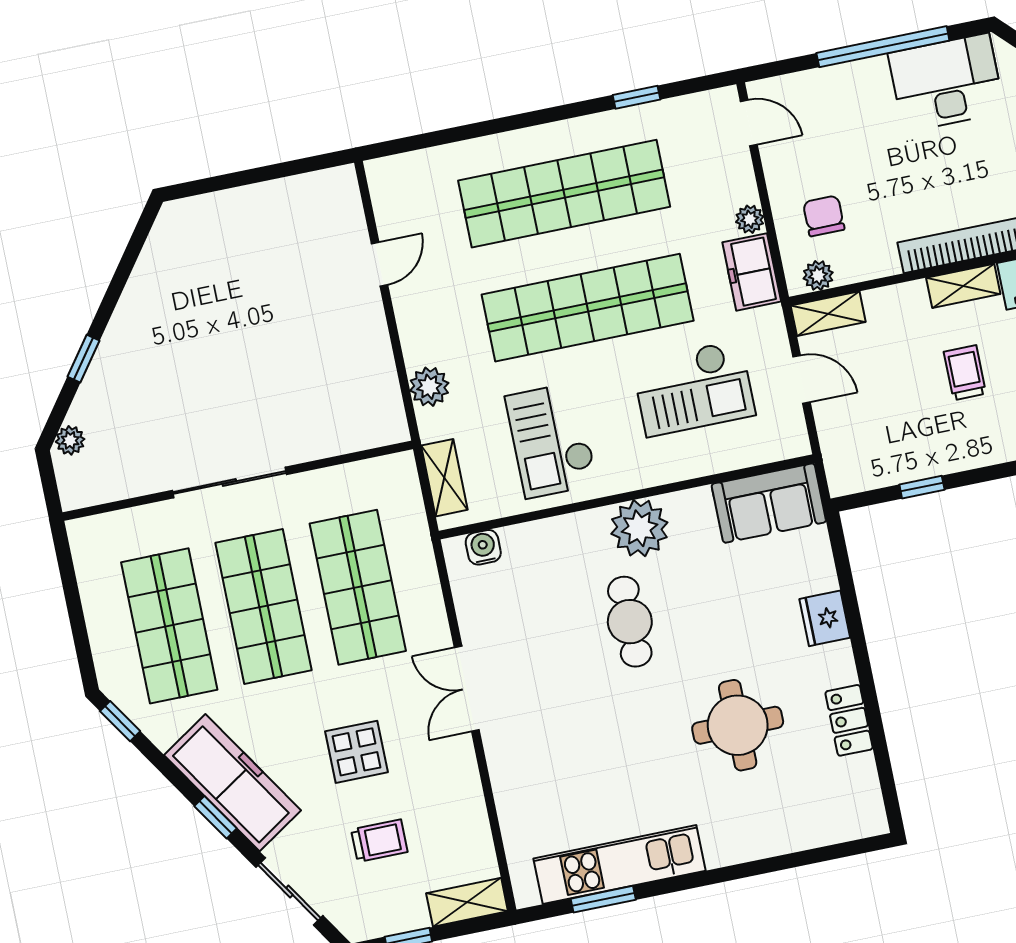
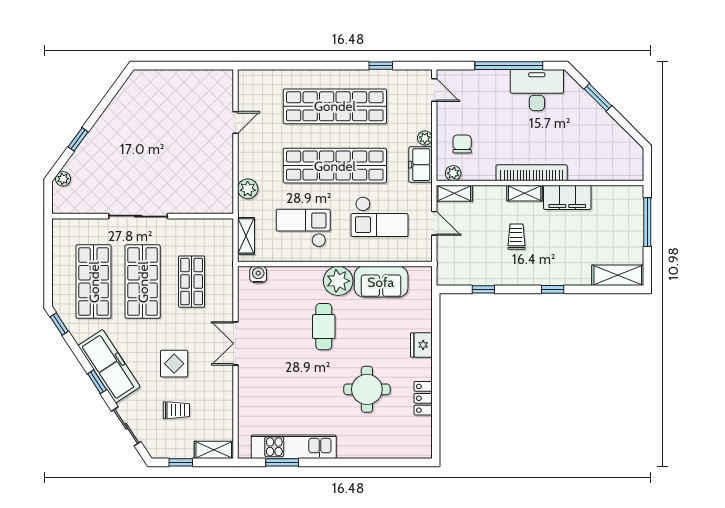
checkout: (551, 440) -> (303, 228), turned 90
sofa: (769, 503) -> (381, 282), moved
shop shelf: (358, 587) -> (192, 282), width x0.70, depth x0.74

